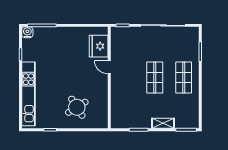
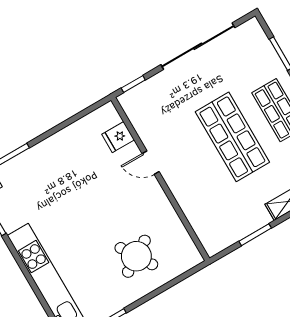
fridge: (99, 46) -> (118, 137), width x0.53, depth x0.75
shop shelf: (155, 78) -> (232, 137), width x1.43, depth x1.36

